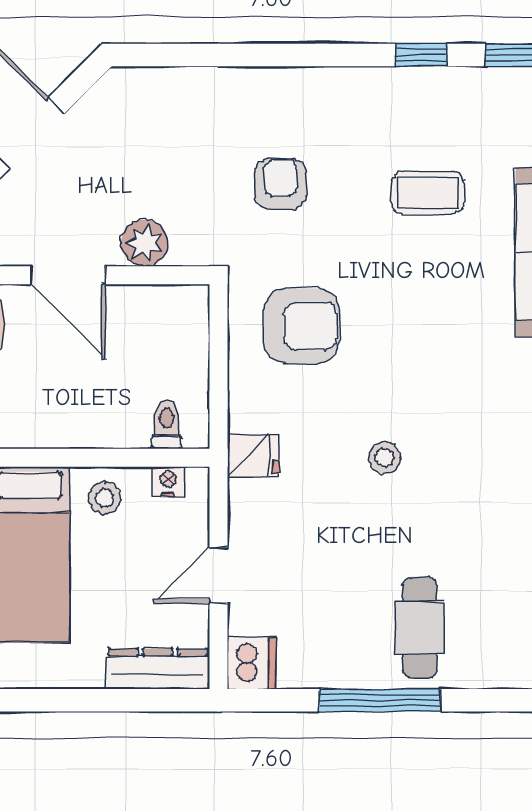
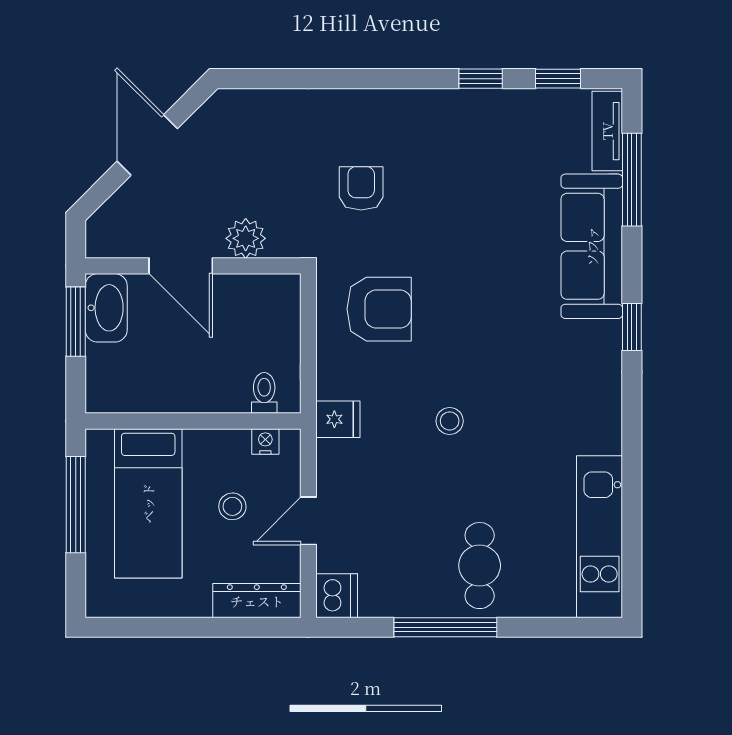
coffee table: (427, 193) -> (486, 196), removed
stool: (105, 498) -> (232, 506), moved

